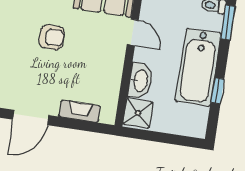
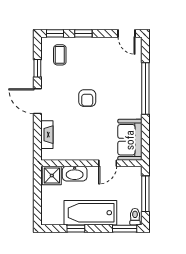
armchair: (52, 37) -> (87, 98), moved

